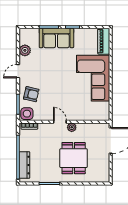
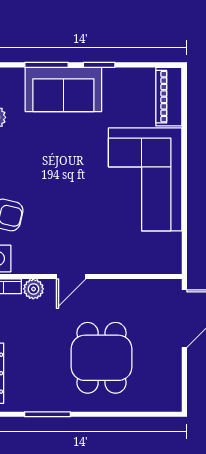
door: (60, 122) -> (71, 276), swing flipped
plant: (72, 127) -> (33, 289), moved

